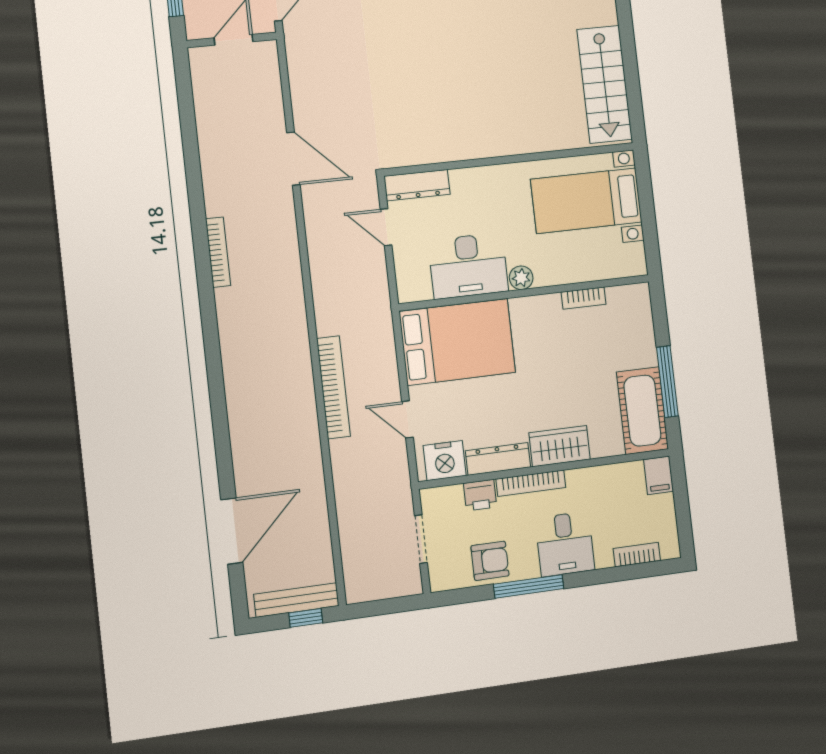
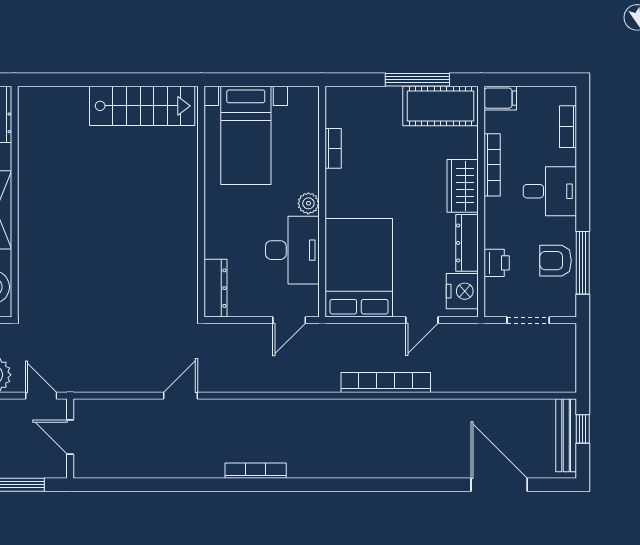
door: (293, 159) -> (180, 396), width x0.73
door: (386, 227) -> (289, 320), moved
bookcase: (531, 483) -> (492, 165), moved
armchair: (490, 561) -> (556, 261), turned -90
window: (529, 586) -> (583, 263), moved

